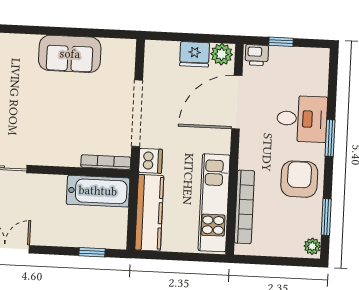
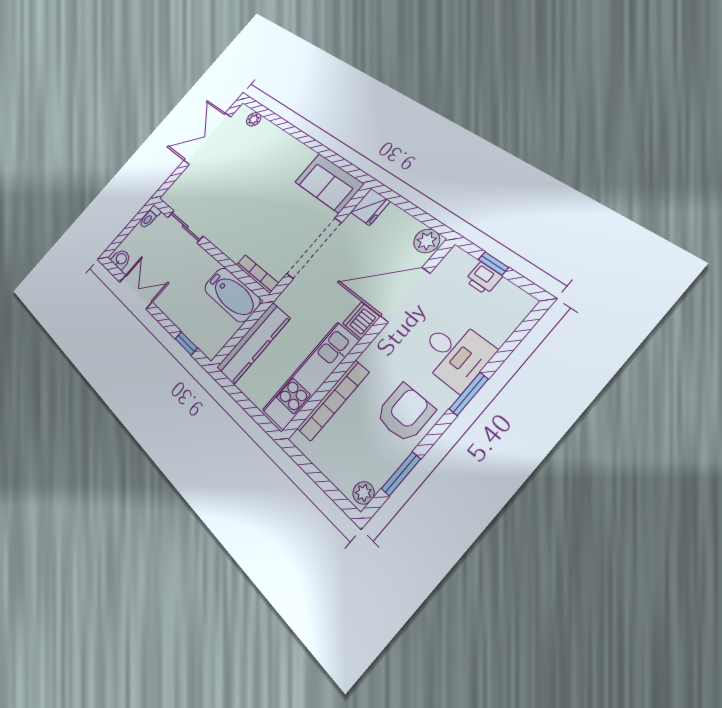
sofa: (70, 54) -> (329, 183), moved
fridge: (195, 54) -> (370, 207), moved, turned -90
printer: (257, 55) -> (483, 278), moved
dishwasher: (150, 161) -> (361, 320), moved, turned 180

